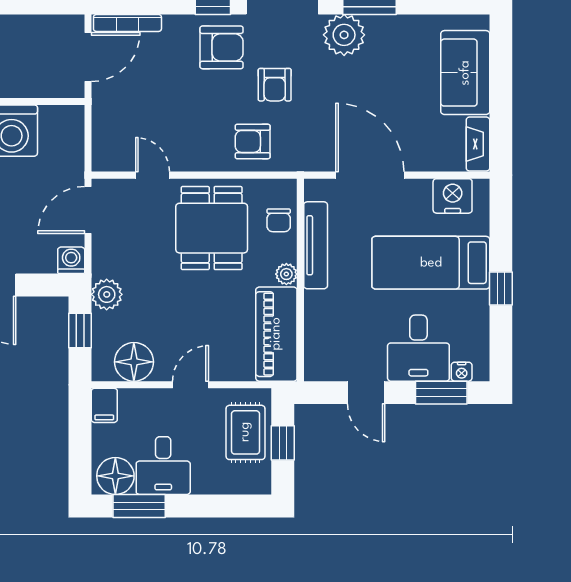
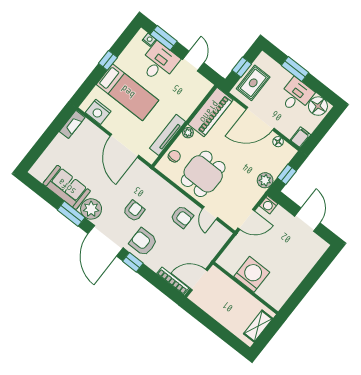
sofa: (465, 73) -> (67, 187), moved, turned -90
armchair: (253, 141) -> (182, 217), moved
floor lamp: (134, 362) -> (278, 142), width x0.53, depth x0.53
door: (191, 385) -> (260, 119), width x1.88
window: (139, 506) -> (295, 69), moved

